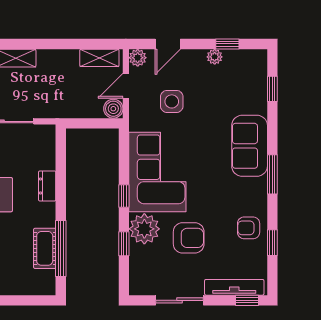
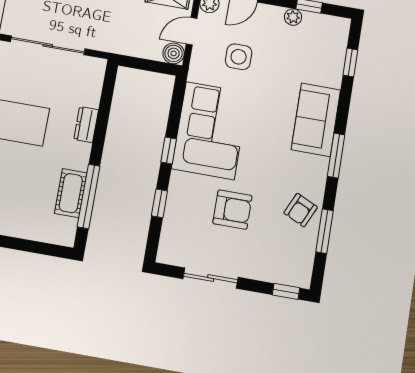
armchair: (249, 228) -> (301, 210), turned -65
plant: (144, 229) -> (185, 191), removed
window: (272, 243) -> (325, 231), width x1.50
tv unit: (234, 287) -> (274, 274), removed

